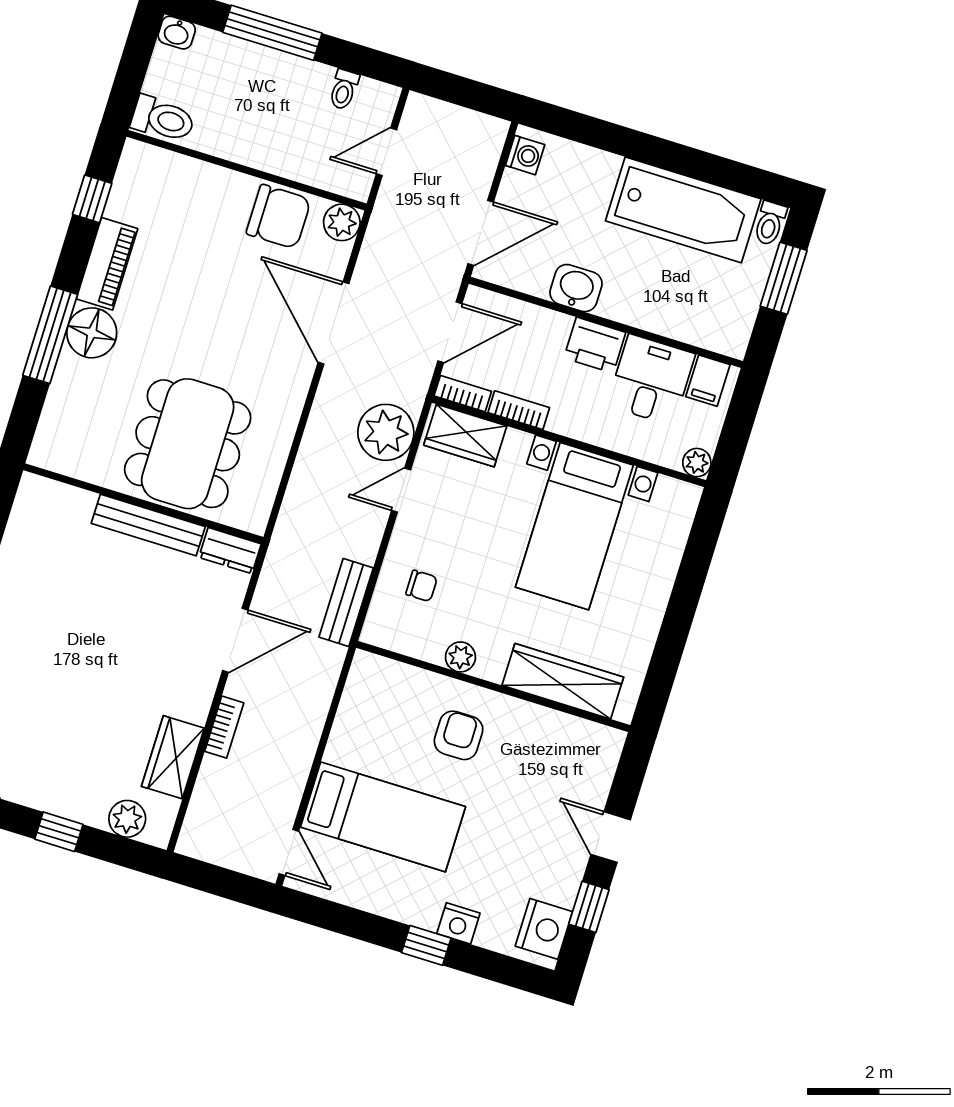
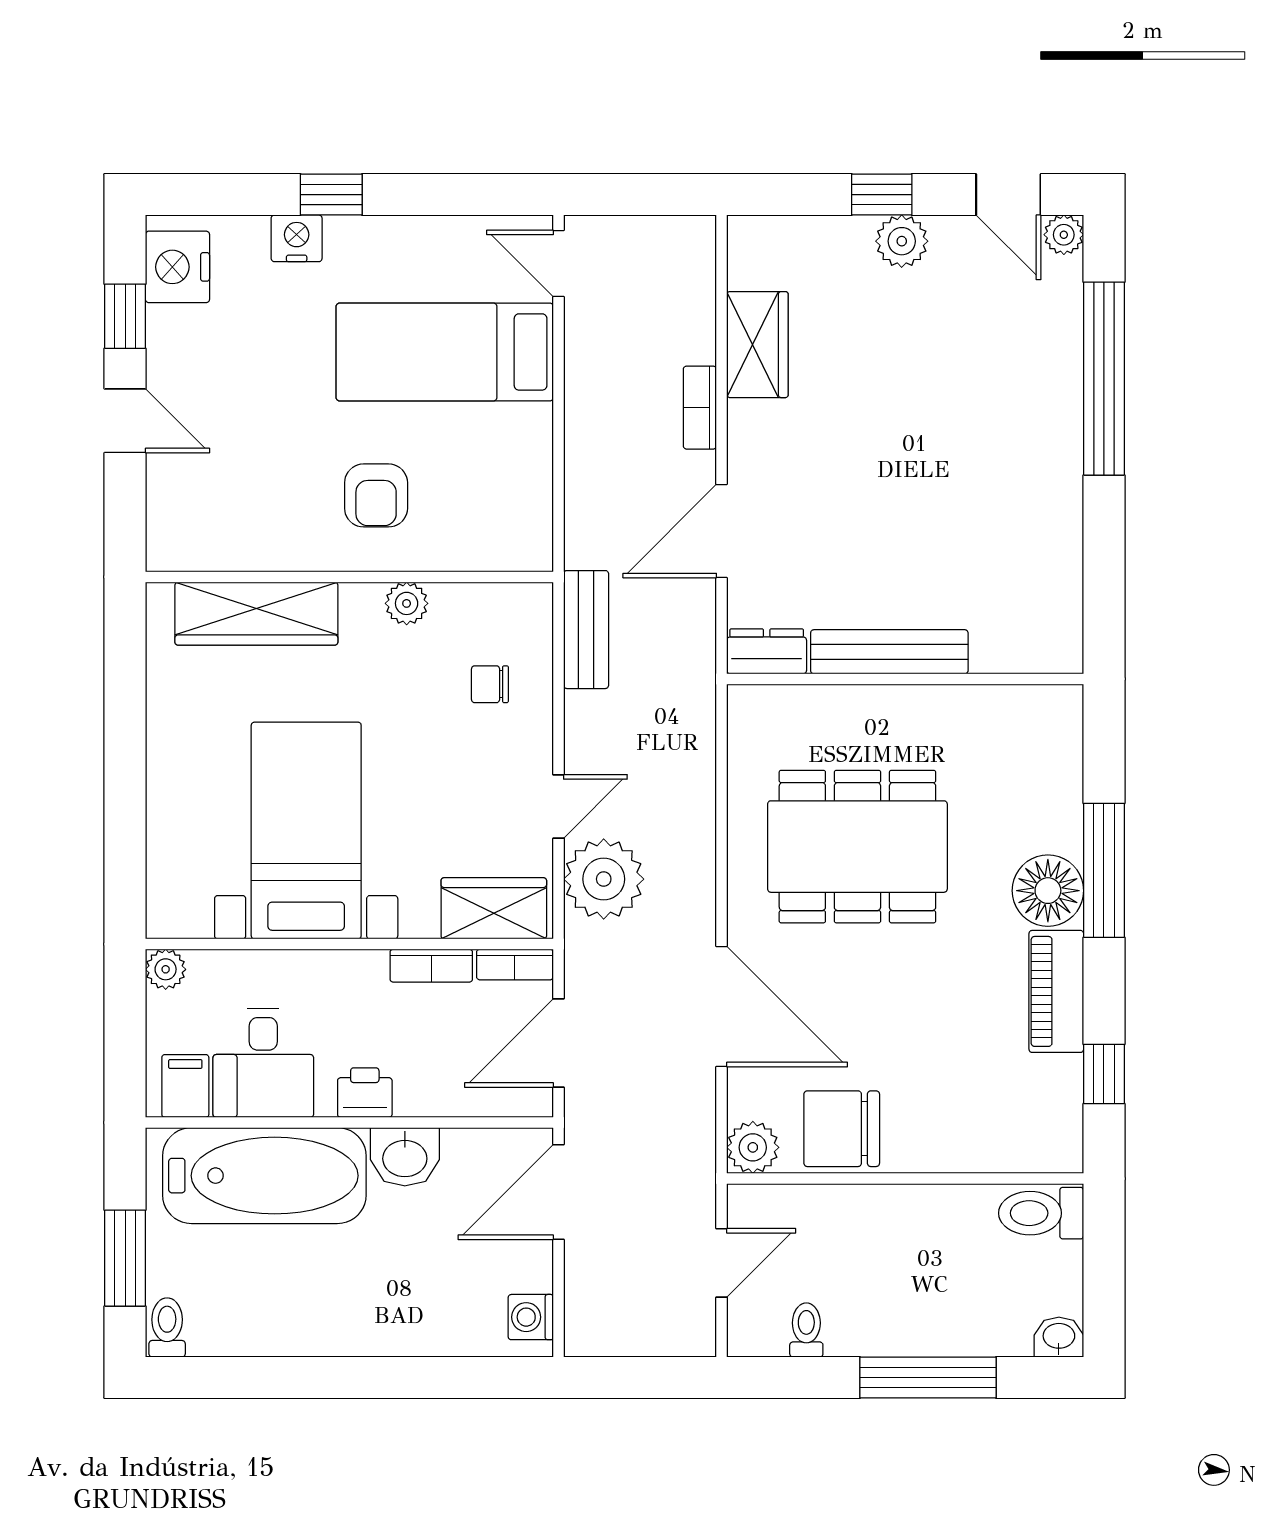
bathtub: (683, 210) -> (264, 1176), moved, turned 180
printer: (595, 345) -> (365, 1093), width x0.73, depth x0.81
dining table: (188, 444) -> (857, 847), moved, turned 90
plant: (127, 819) -> (902, 241), moved

